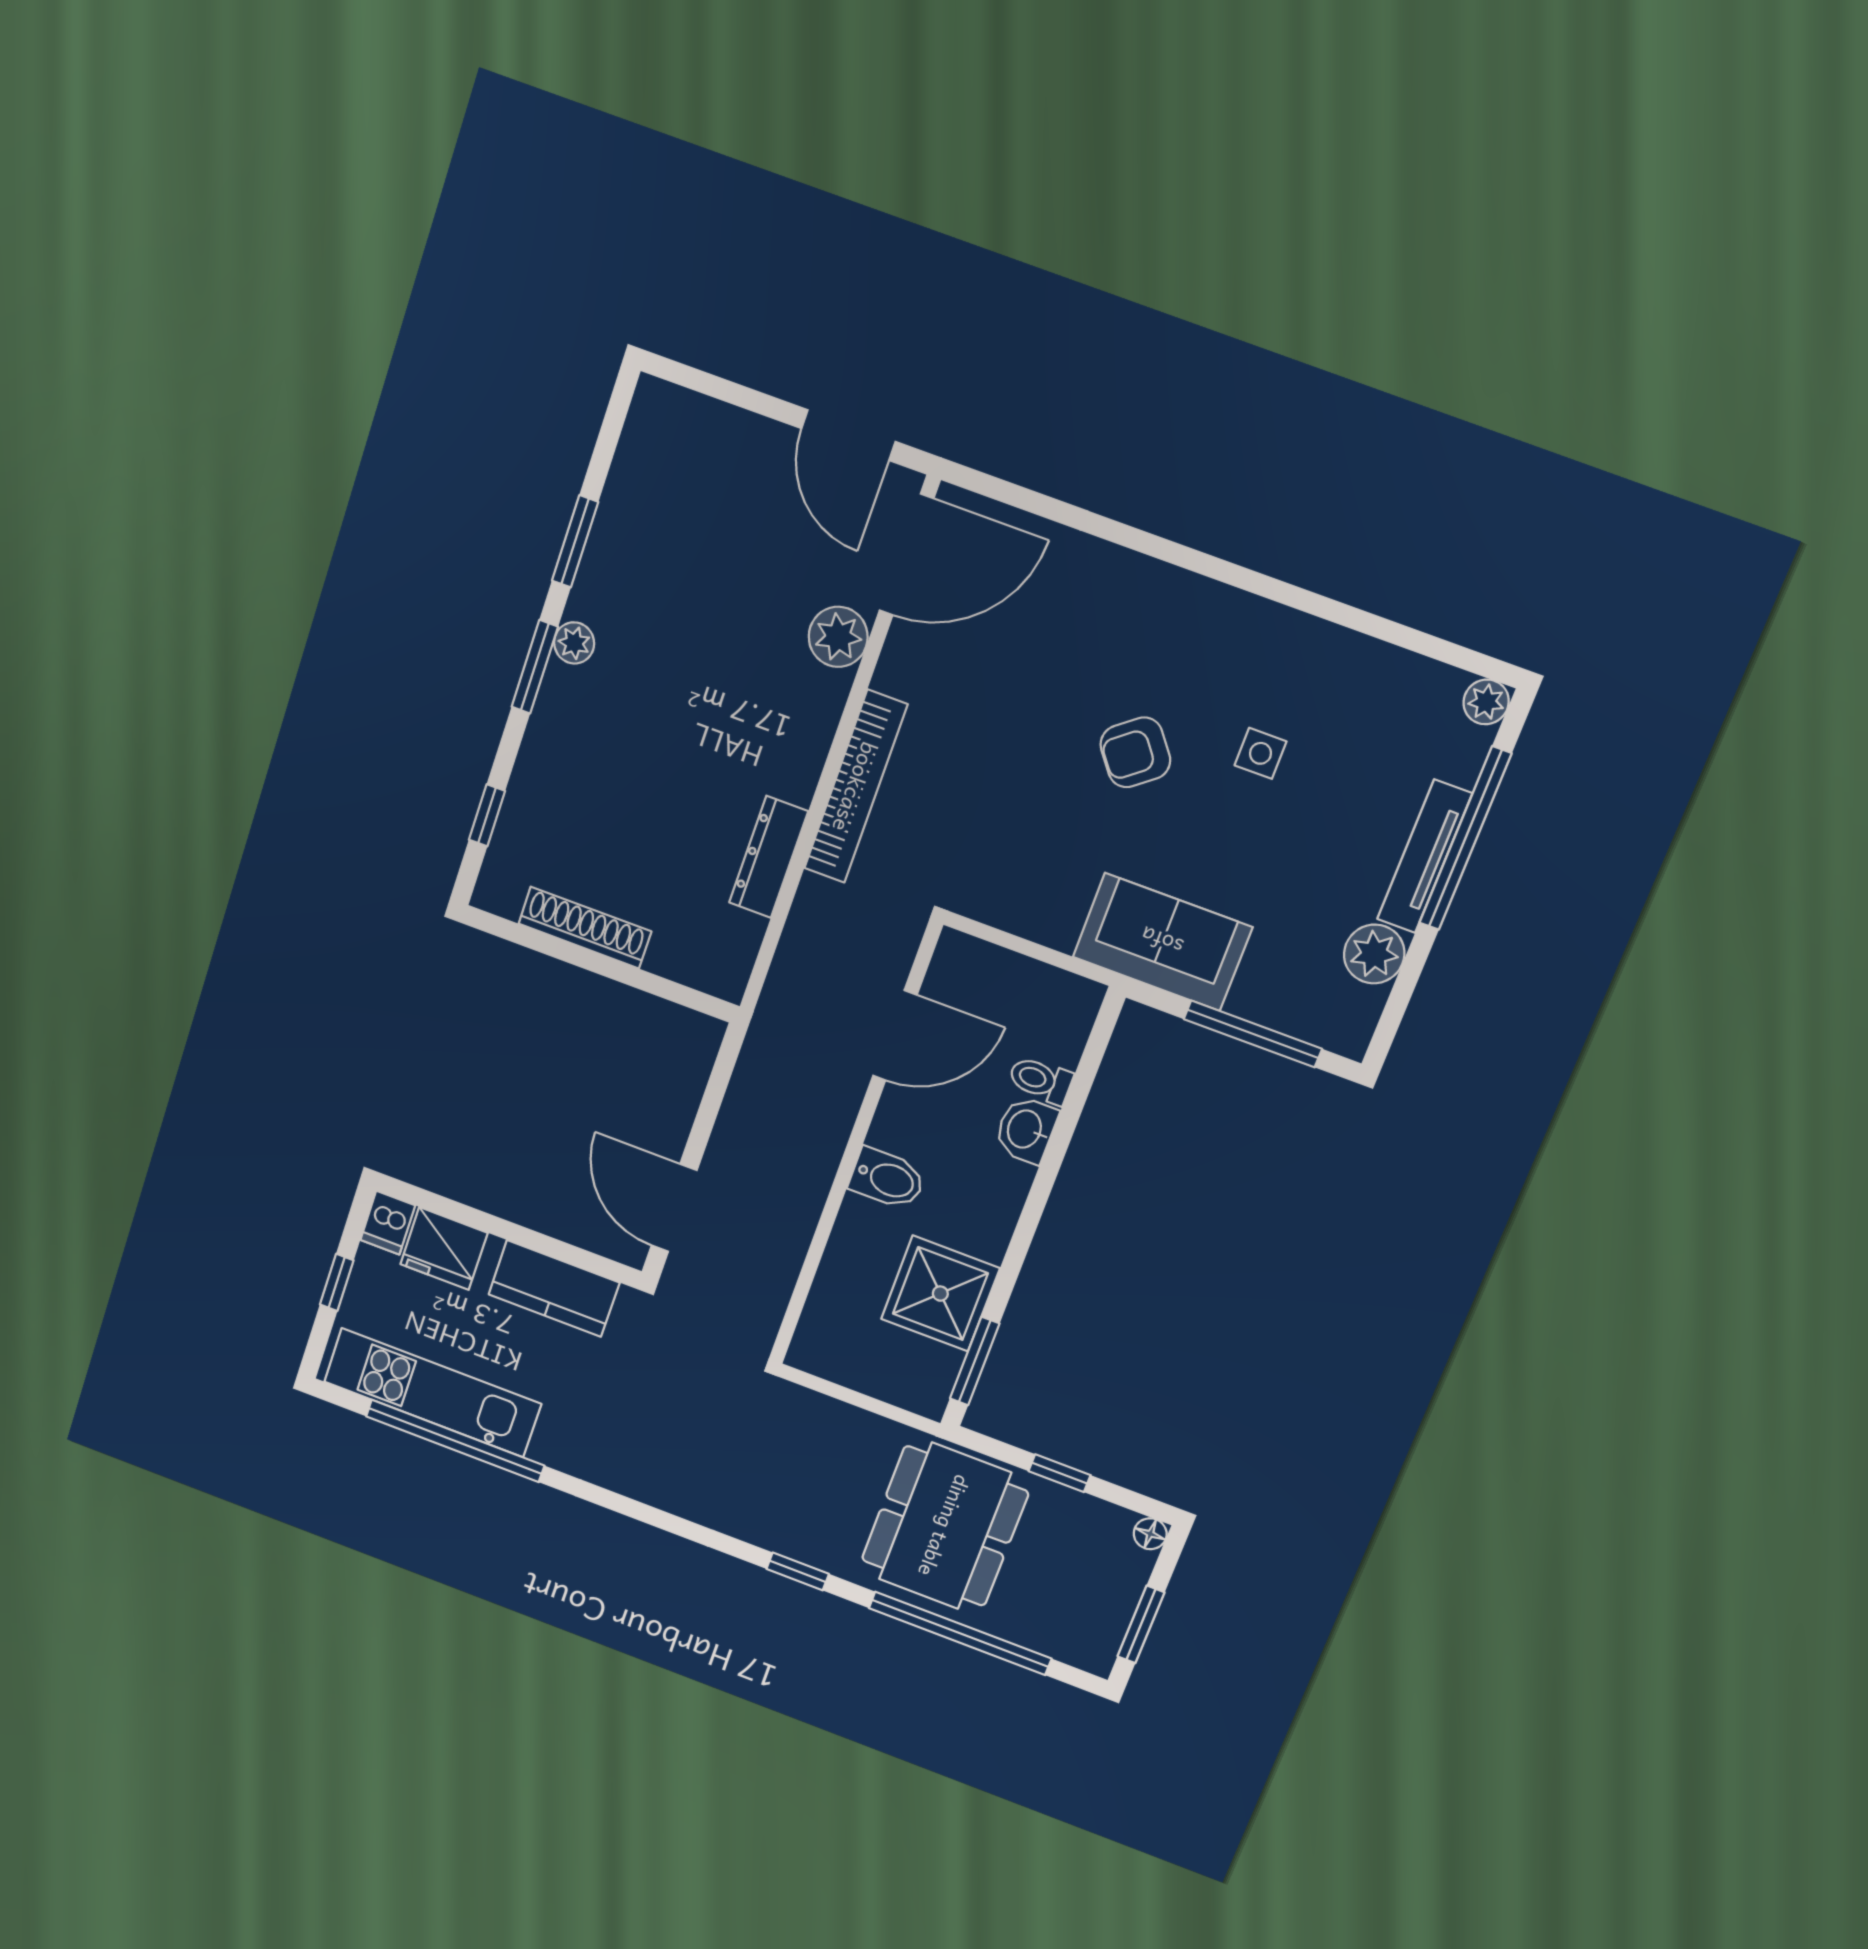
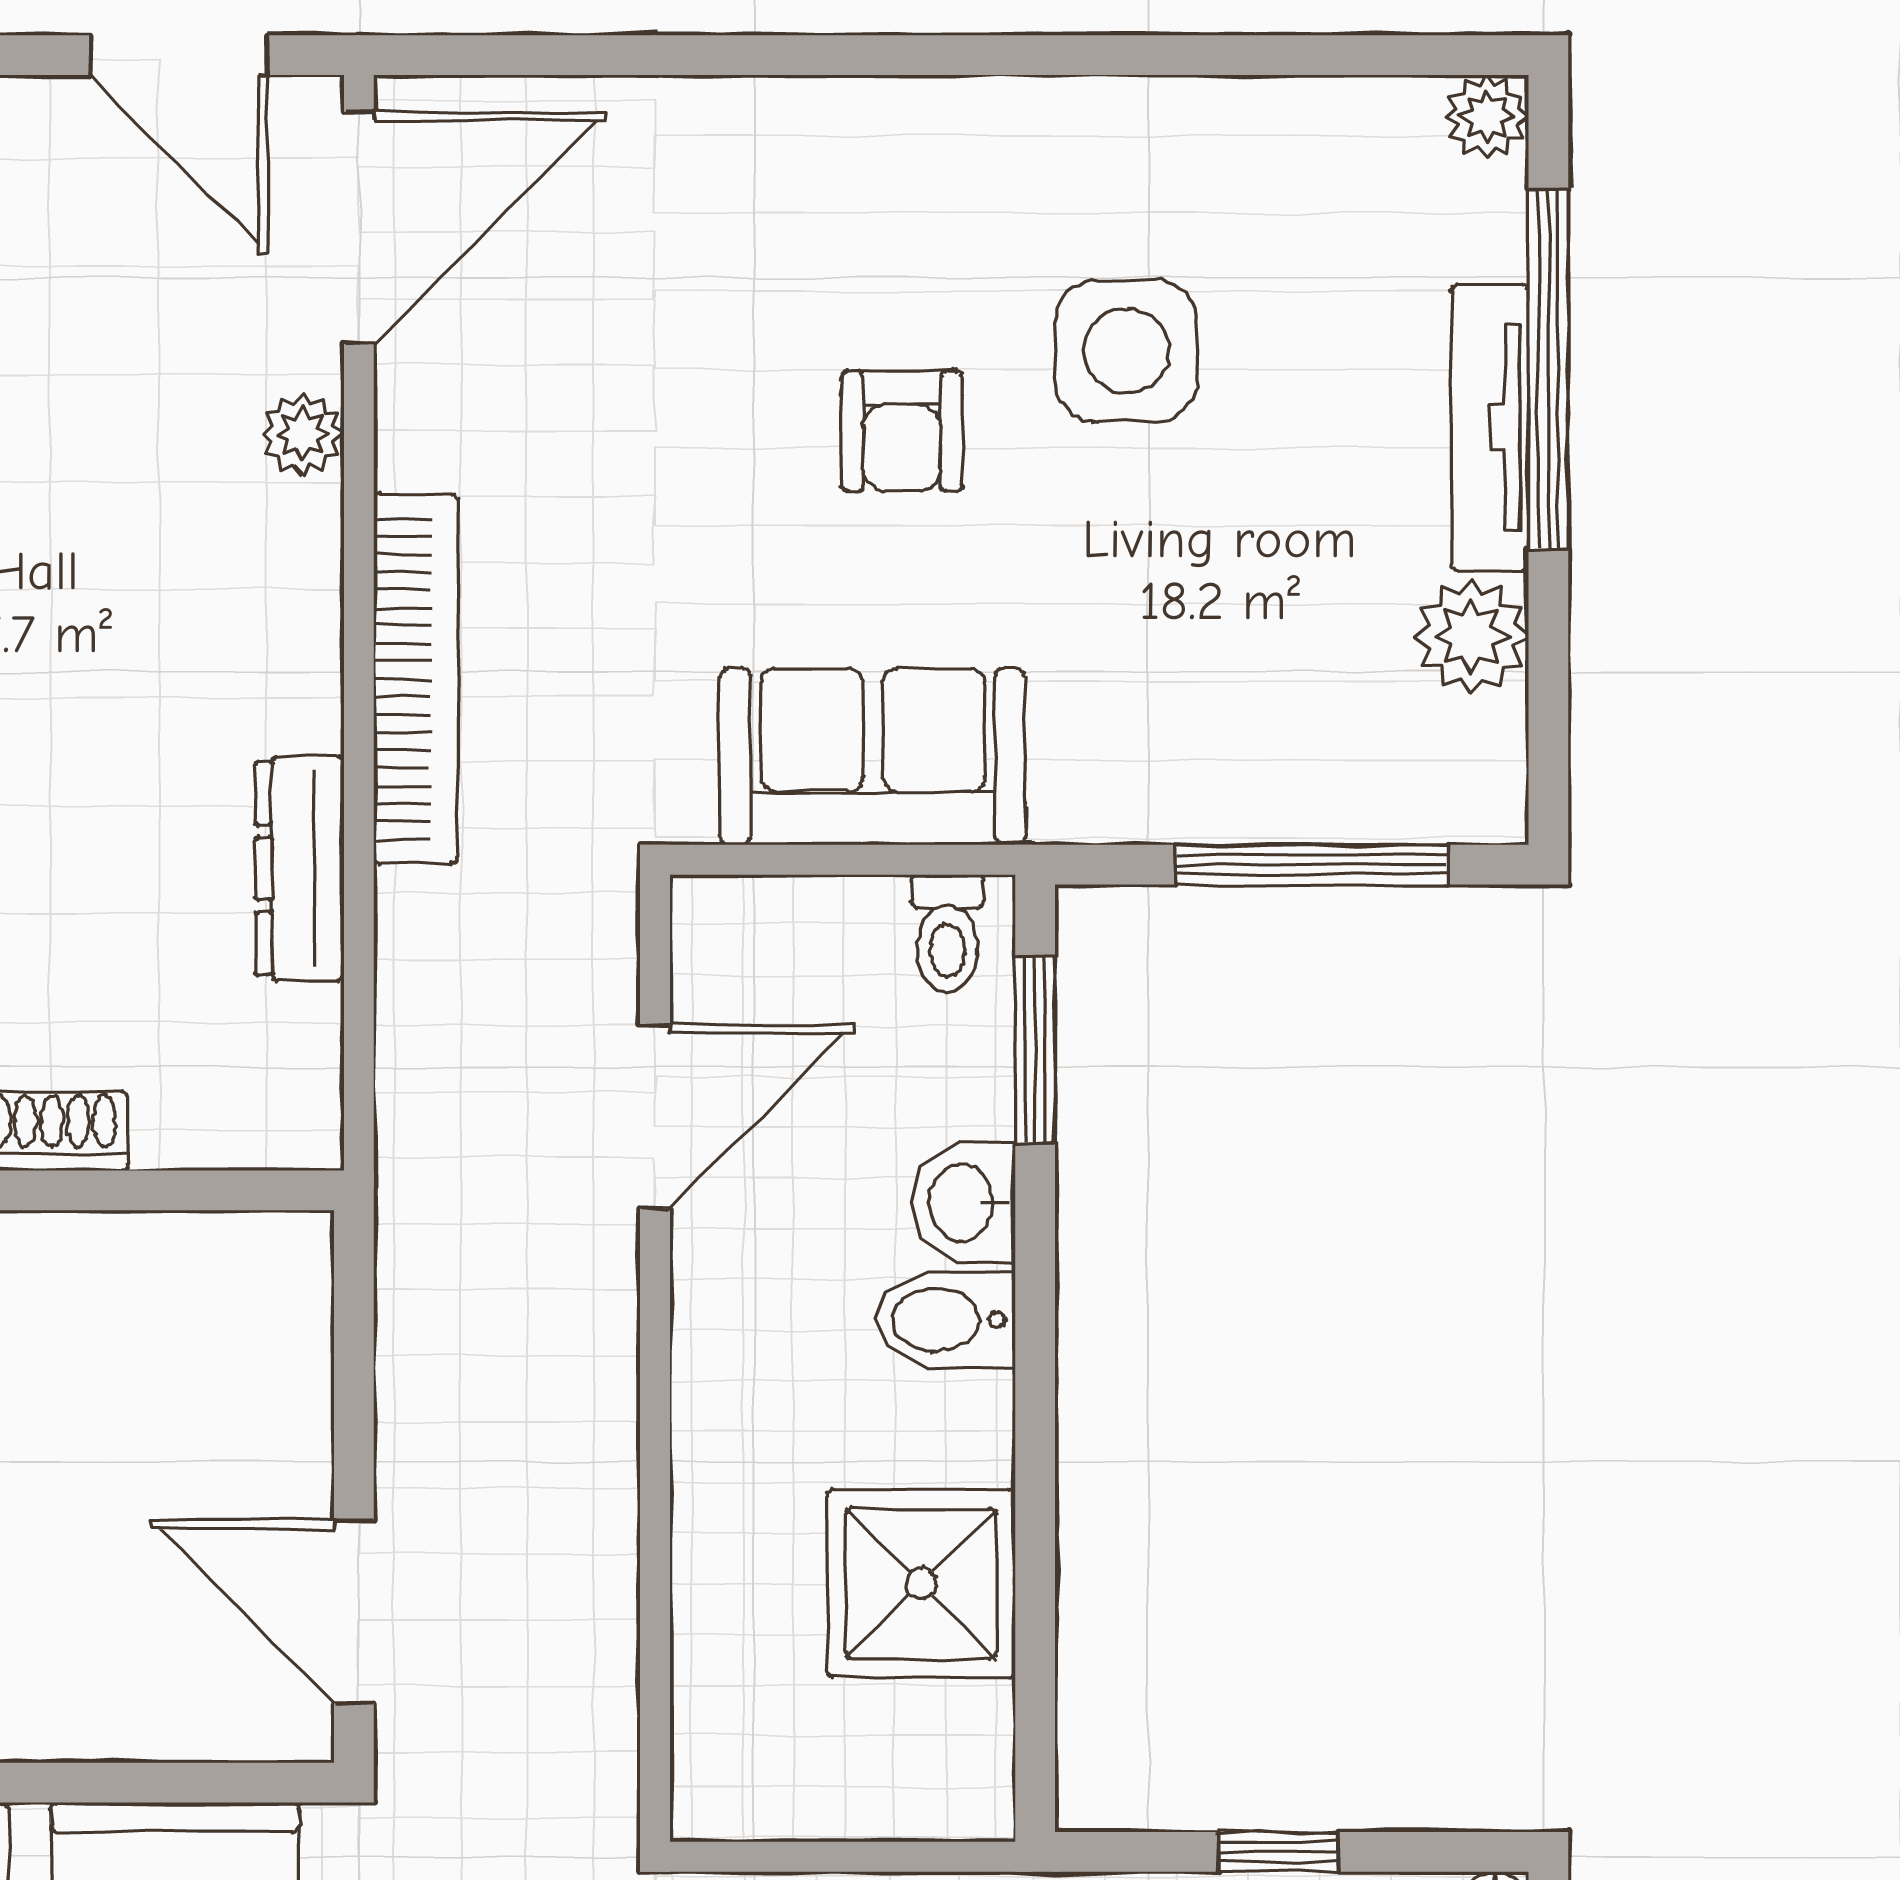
plant: (838, 637) -> (302, 434), width x0.73, depth x0.73
armchair: (1135, 752) -> (902, 431), turned -52
side table: (1260, 753) -> (1126, 351), width x1.87, depth x1.87
sofa: (1162, 942) -> (873, 757), moved
toilet: (1040, 1080) -> (947, 934), moved, turned -90
bidet: (887, 1179) -> (945, 1320), moved, turned 180
window: (975, 1361) -> (1035, 1049), moved

